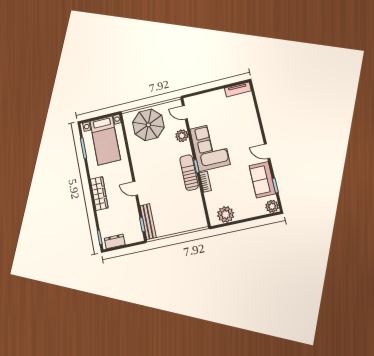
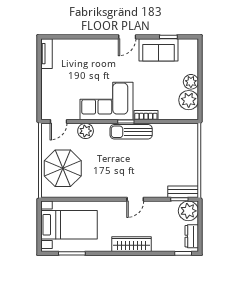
plant: (272, 206) -> (191, 82), moved
bench: (148, 222) -> (183, 192), width x0.73
plant: (134, 234) -> (188, 211), added

